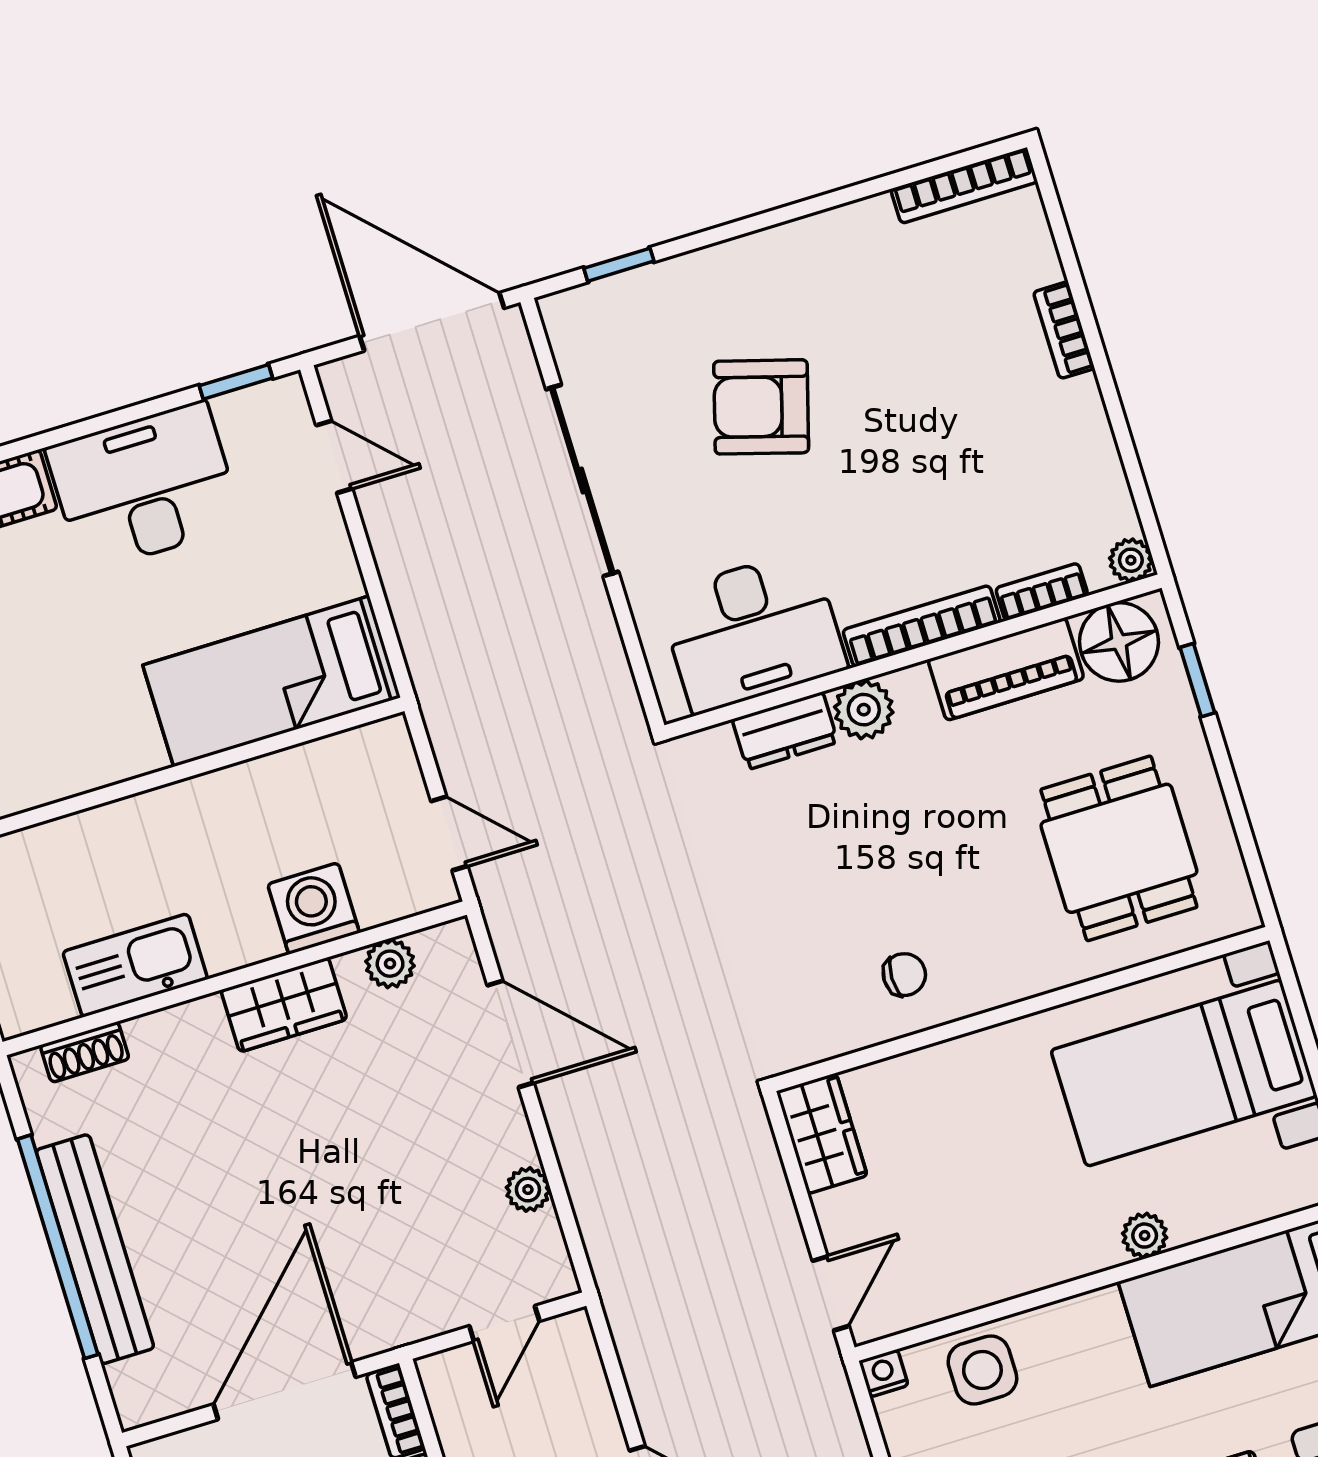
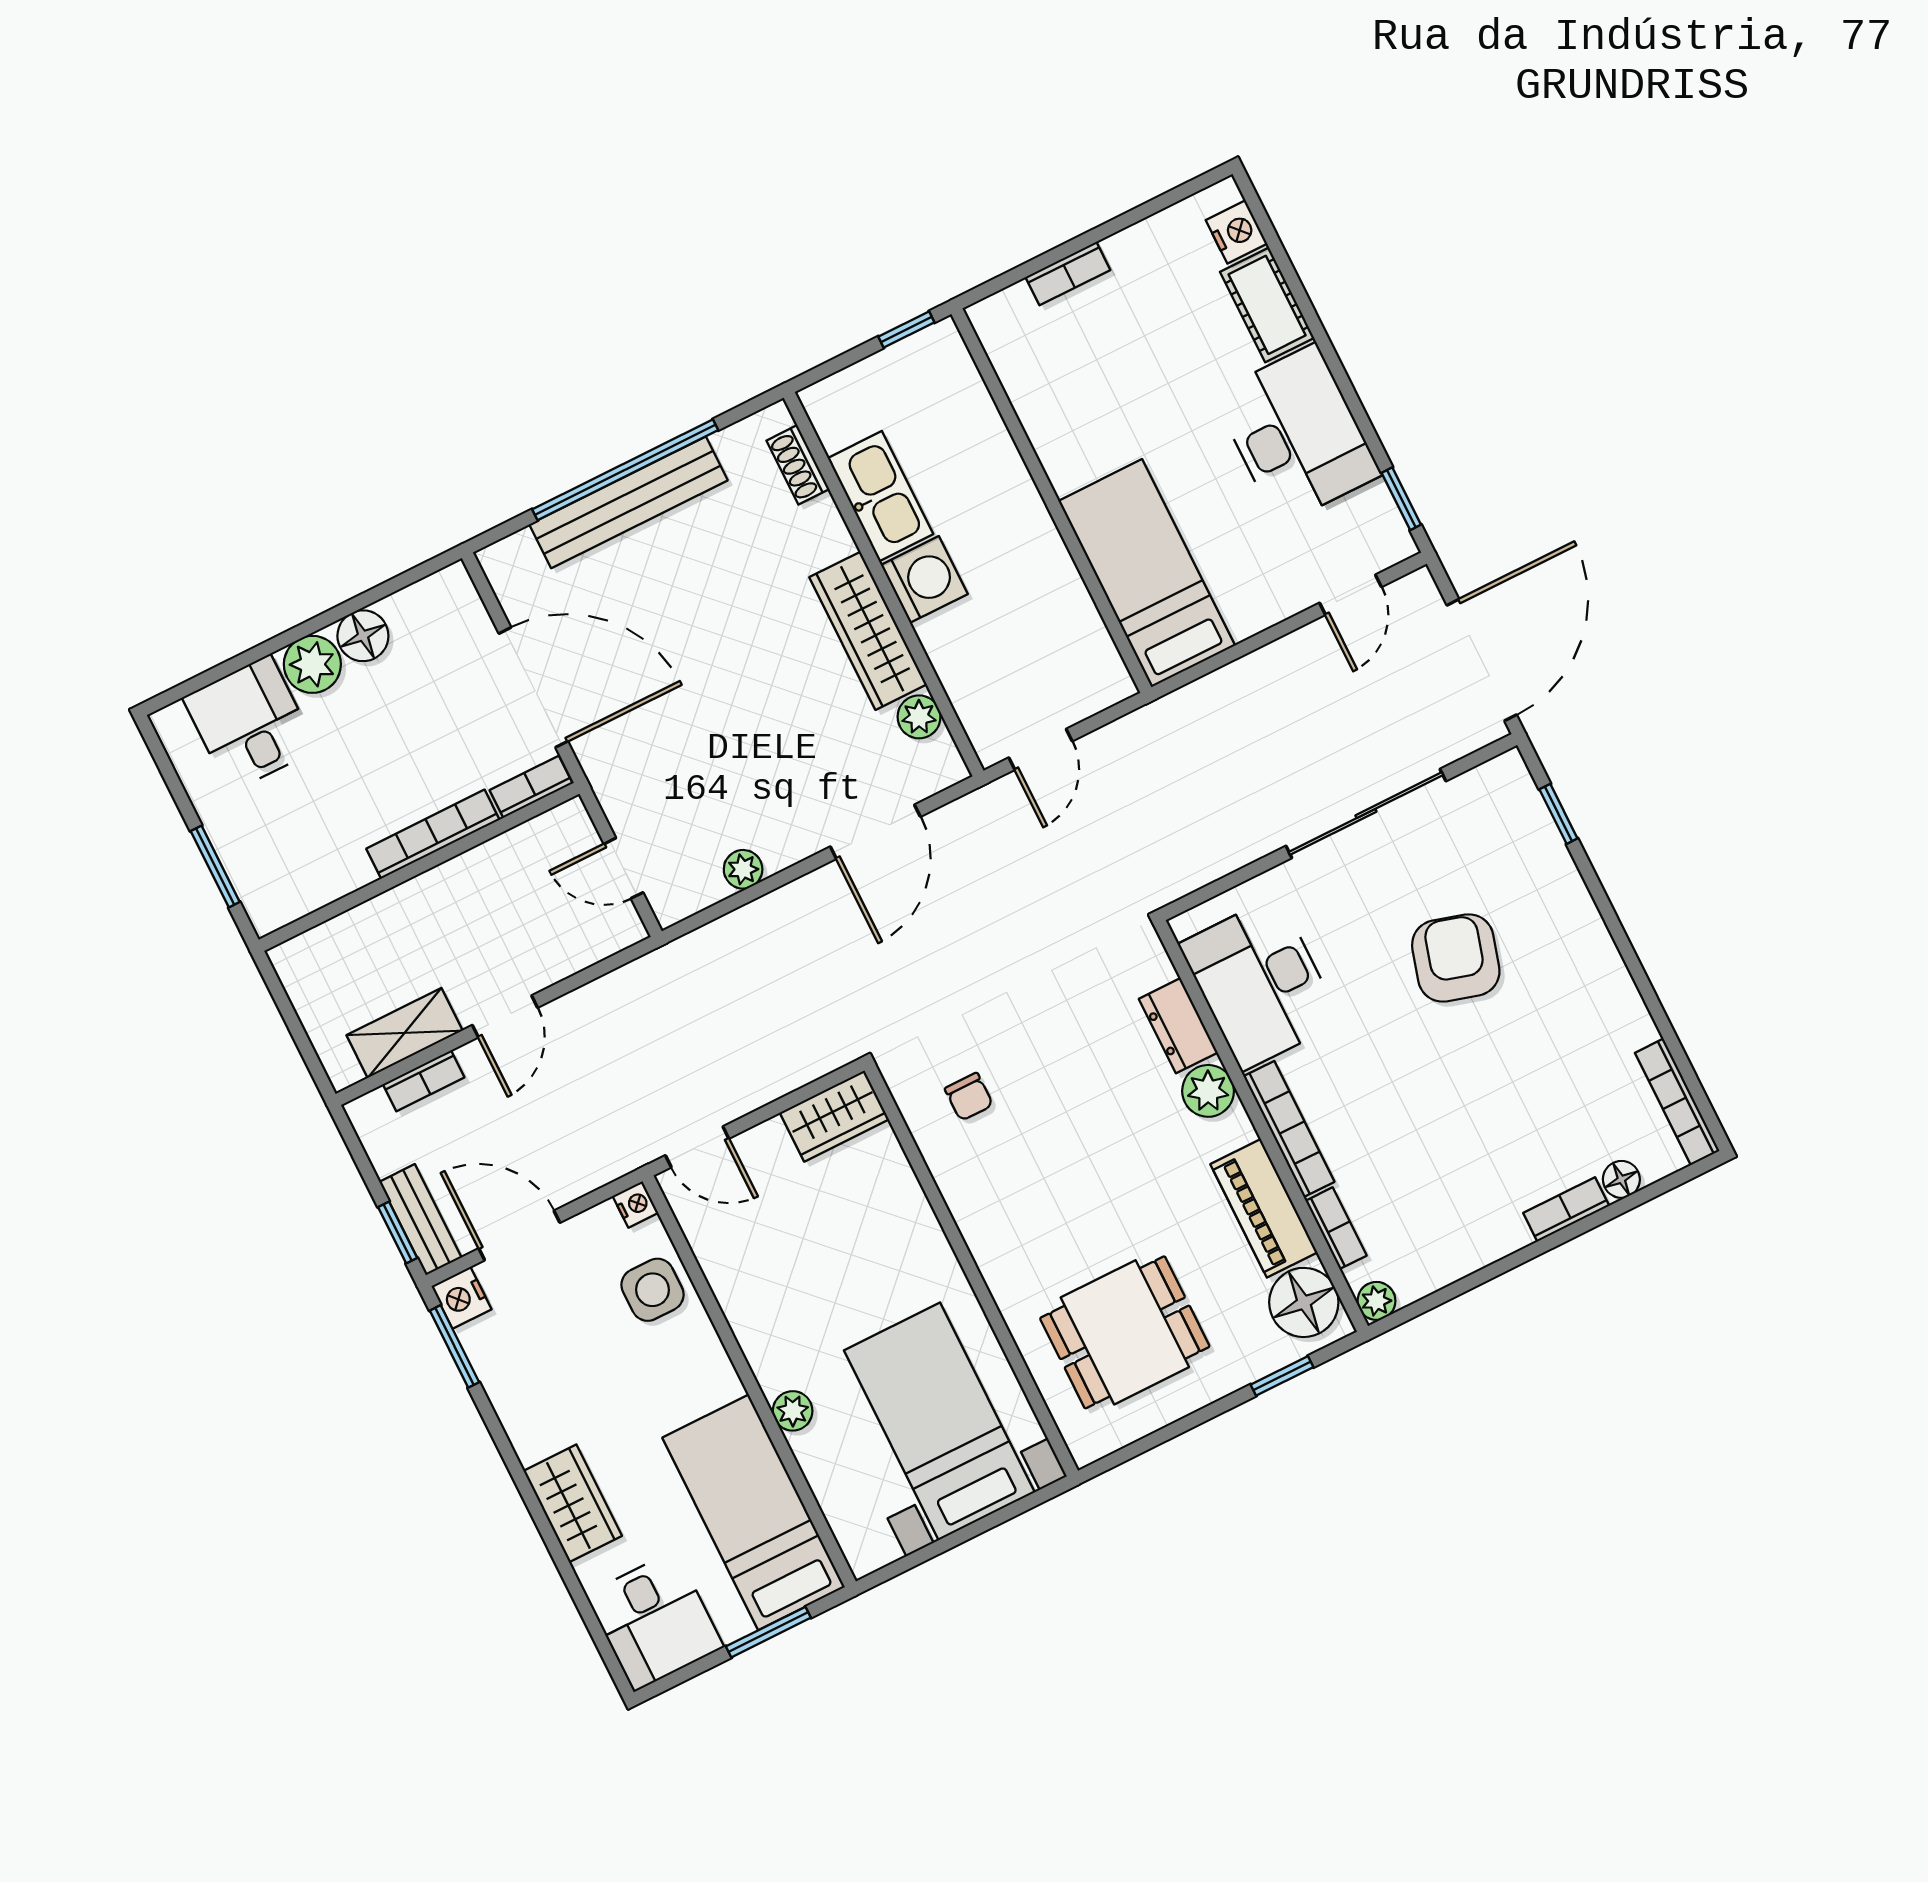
floor lamp: (1041, 263) -> (1621, 1179), added
washing machine: (313, 908) -> (924, 579), moved
chair: (904, 975) -> (969, 1097), moved
wardrobe: (284, 1005) -> (868, 631), width x1.50

